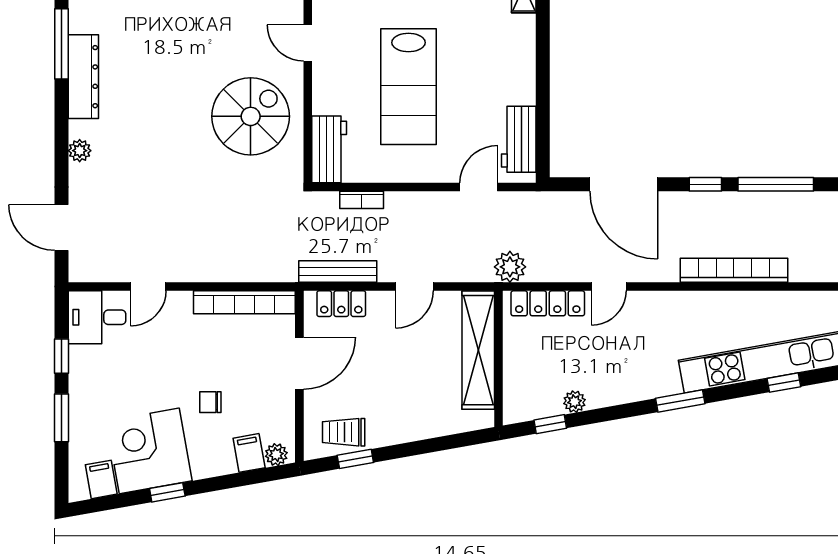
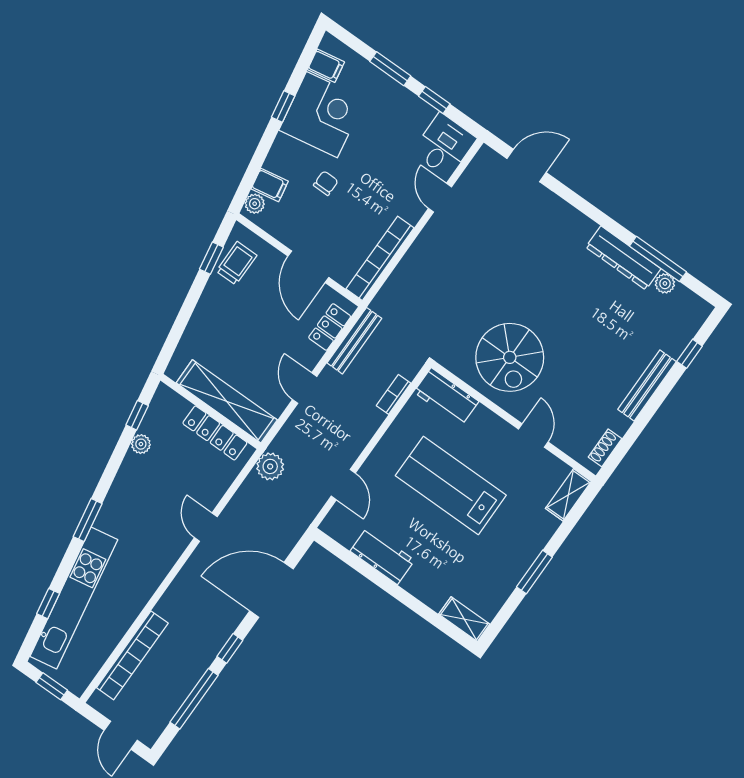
door: (308, 43) -> (533, 435), hinge flipped
workbench: (519, 139) -> (382, 556), moved
plant: (80, 151) -> (665, 283), moved
bookcase: (734, 270) -> (132, 655), moved
locker: (548, 303) -> (215, 433), moved, turned -90

